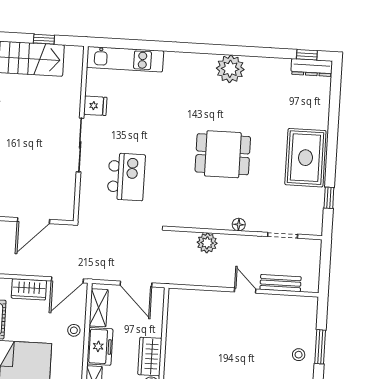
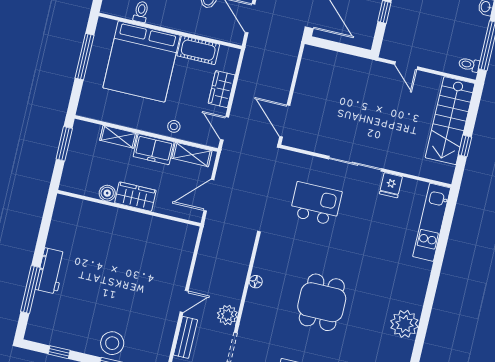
kitchen island: (126, 177) -> (316, 204), turned 180
door: (33, 221) -> (285, 121), moved
floor lamp: (239, 225) -> (256, 282), moved
plant: (207, 243) -> (227, 315), moved
door: (67, 280) -> (224, 128), width x0.73
stool: (299, 355) -> (112, 343), width x1.89, depth x1.89

